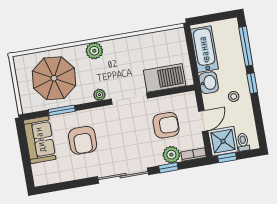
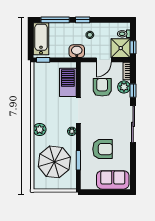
window: (189, 39) -> (43, 60), added
bathtub: (204, 49) -> (41, 39), moved, turned 90
door: (203, 121) -> (104, 60), swing flipped
sofa: (40, 140) -> (113, 180), moved

